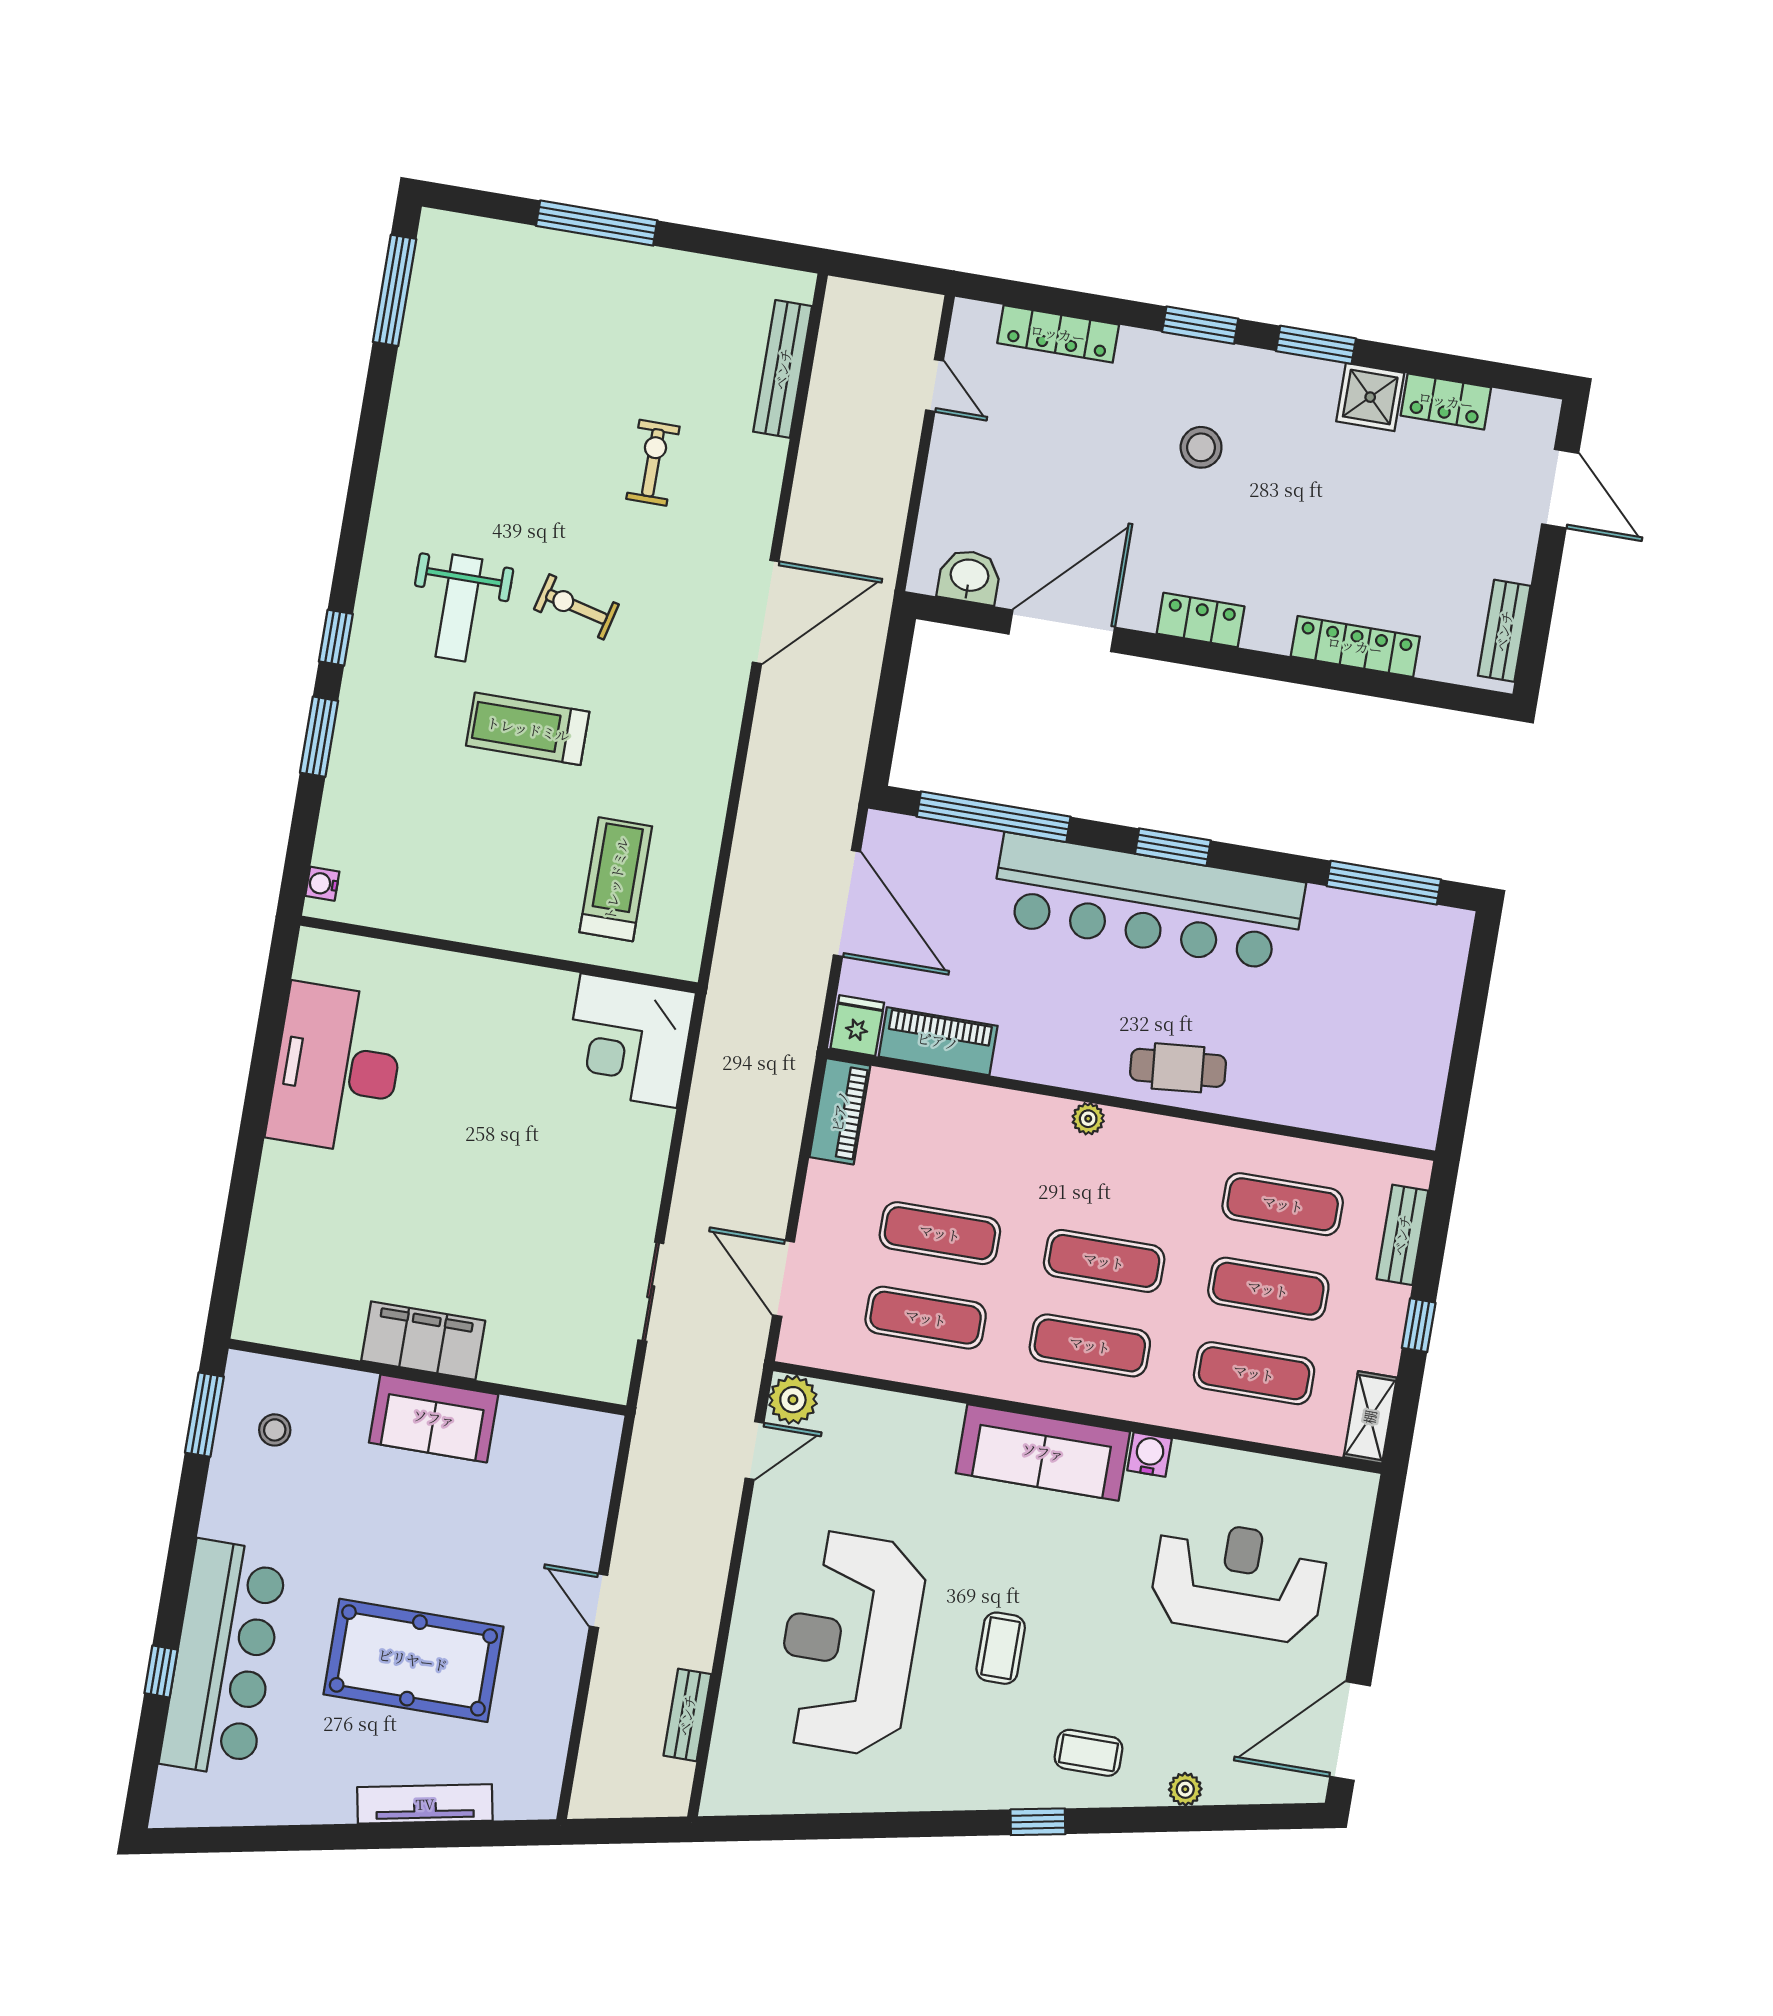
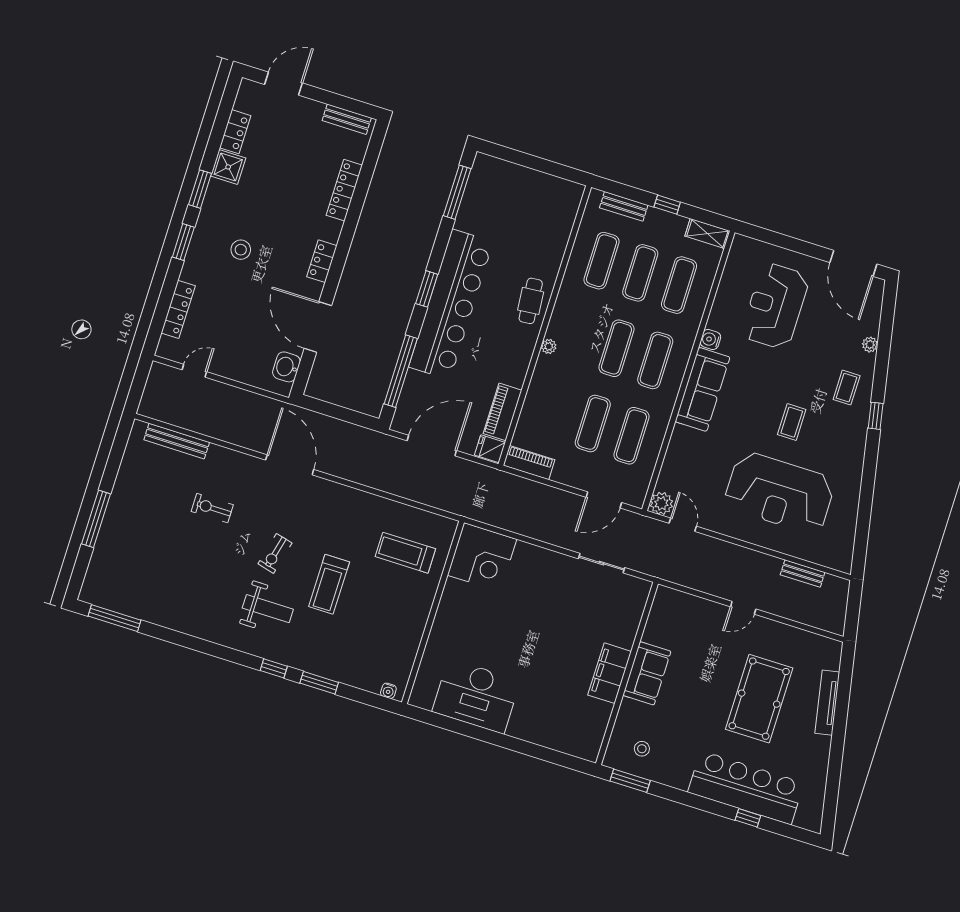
coffee table: (1001, 1648) -> (792, 422), turned 90

